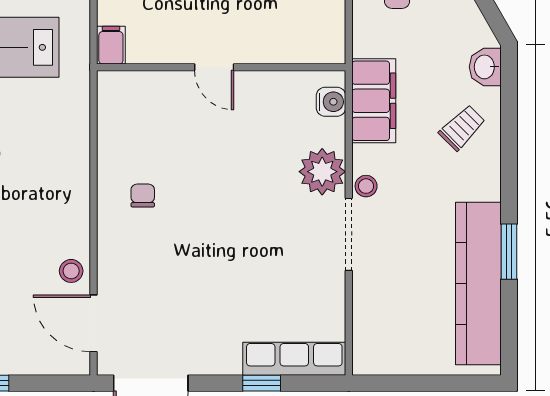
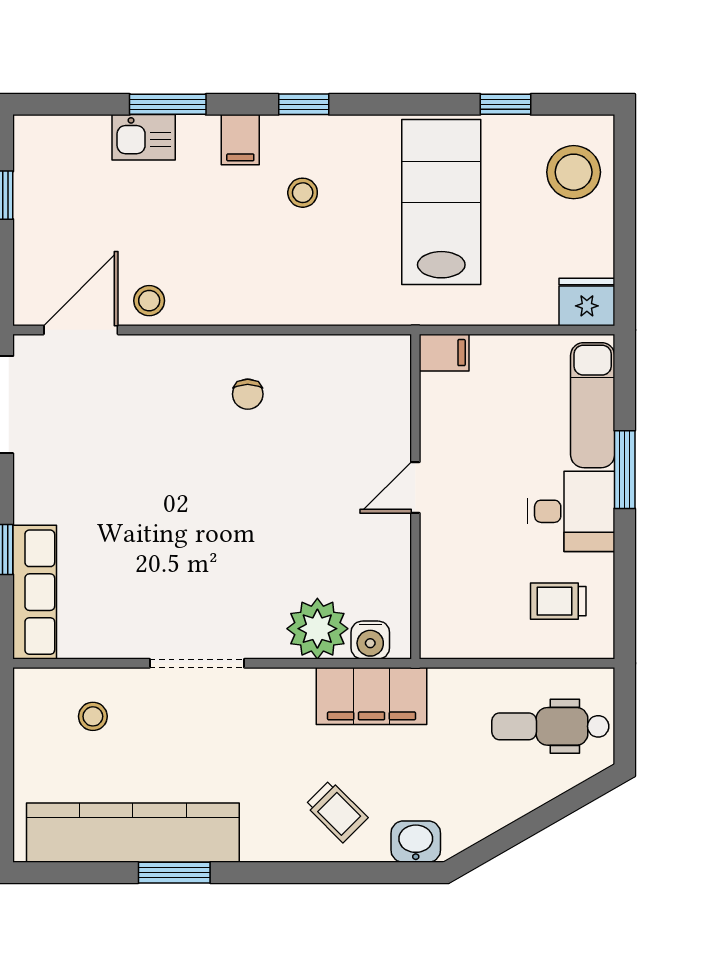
plant: (322, 172) -> (317, 629), moved
stool: (366, 186) -> (93, 716), moved
chair: (143, 196) -> (248, 394), turned 90

